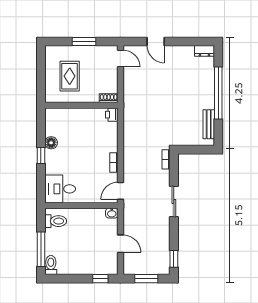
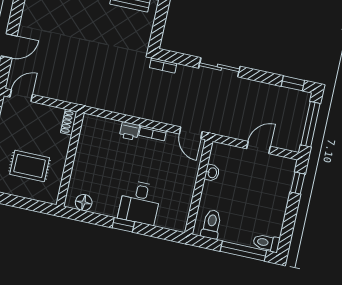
printer: (112, 115) -> (129, 131), moved
floor lamp: (51, 143) -> (84, 203), moved
desk: (60, 189) -> (140, 203), moved
washbasin: (112, 213) -> (212, 173), moved
window: (146, 279) -> (310, 124), width x1.44

